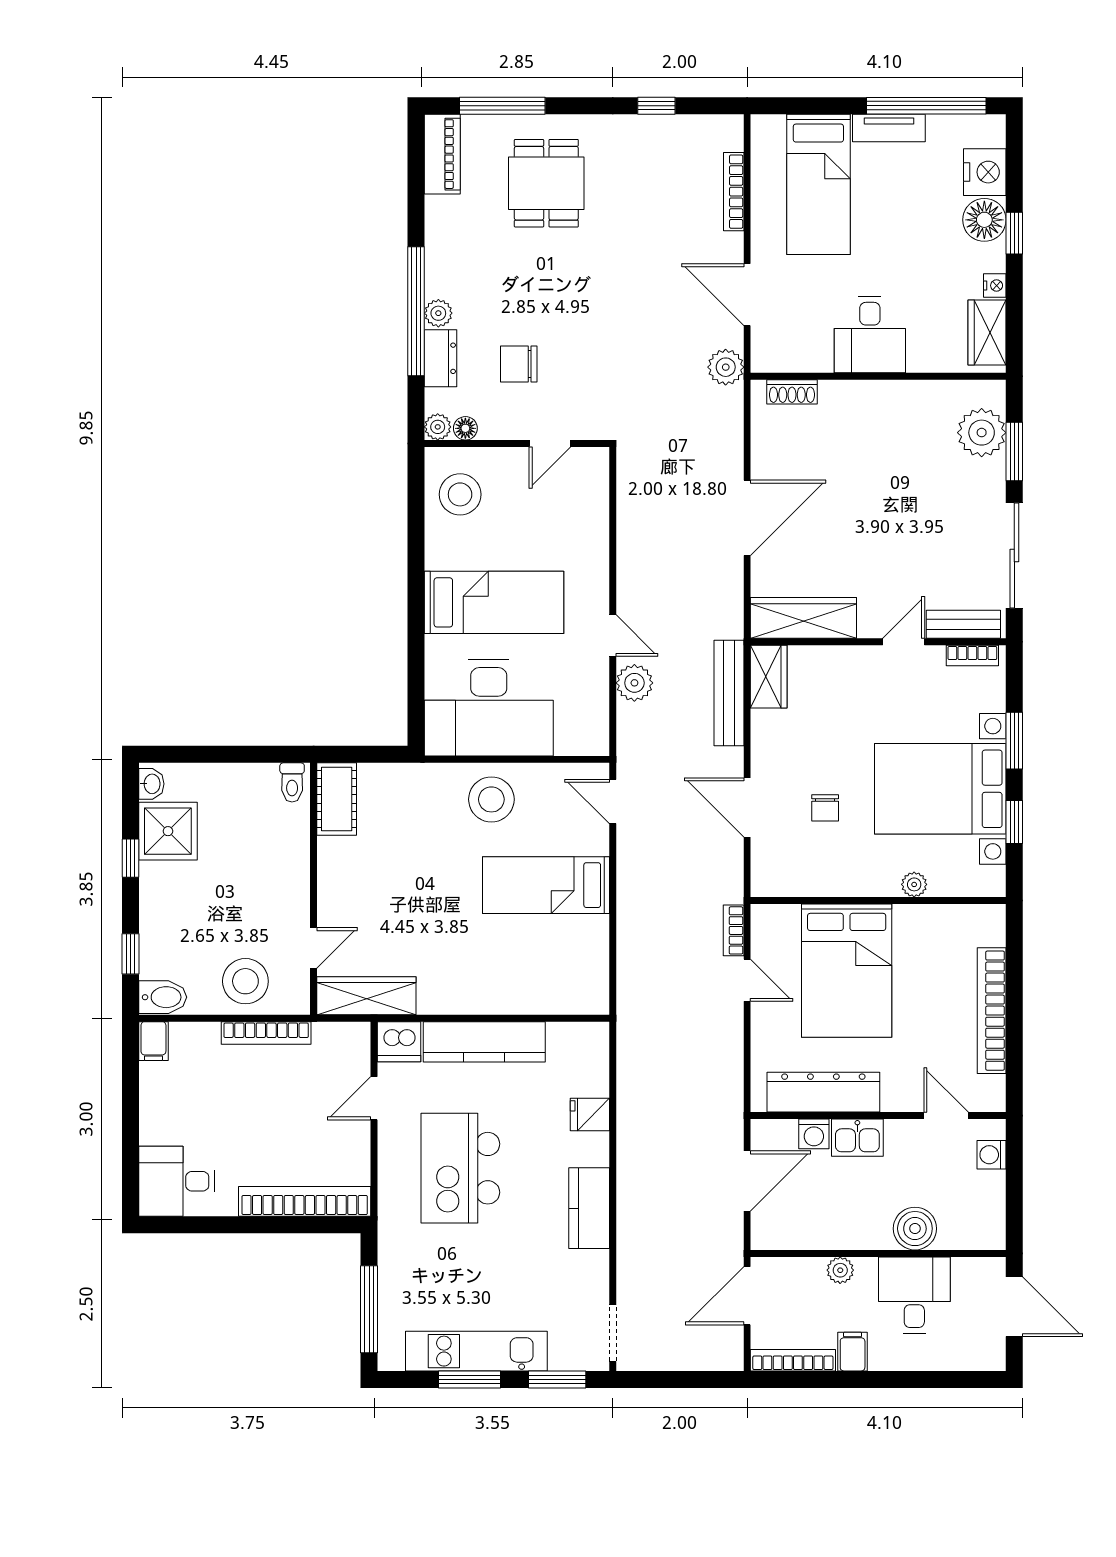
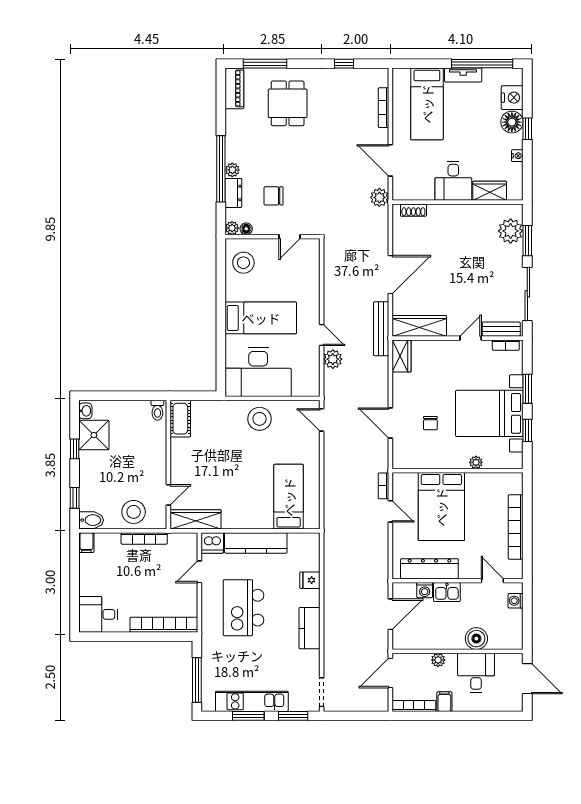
wardrobe: (987, 333) -> (490, 191), moved, turned 90
bench: (729, 693) -> (381, 329), moved
bed: (546, 885) -> (289, 497), moved, turned 90

